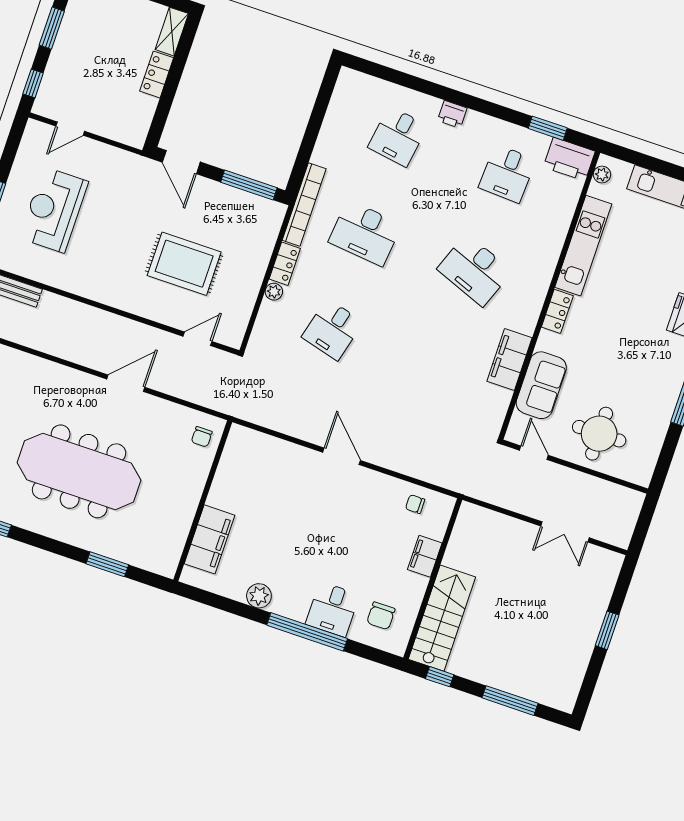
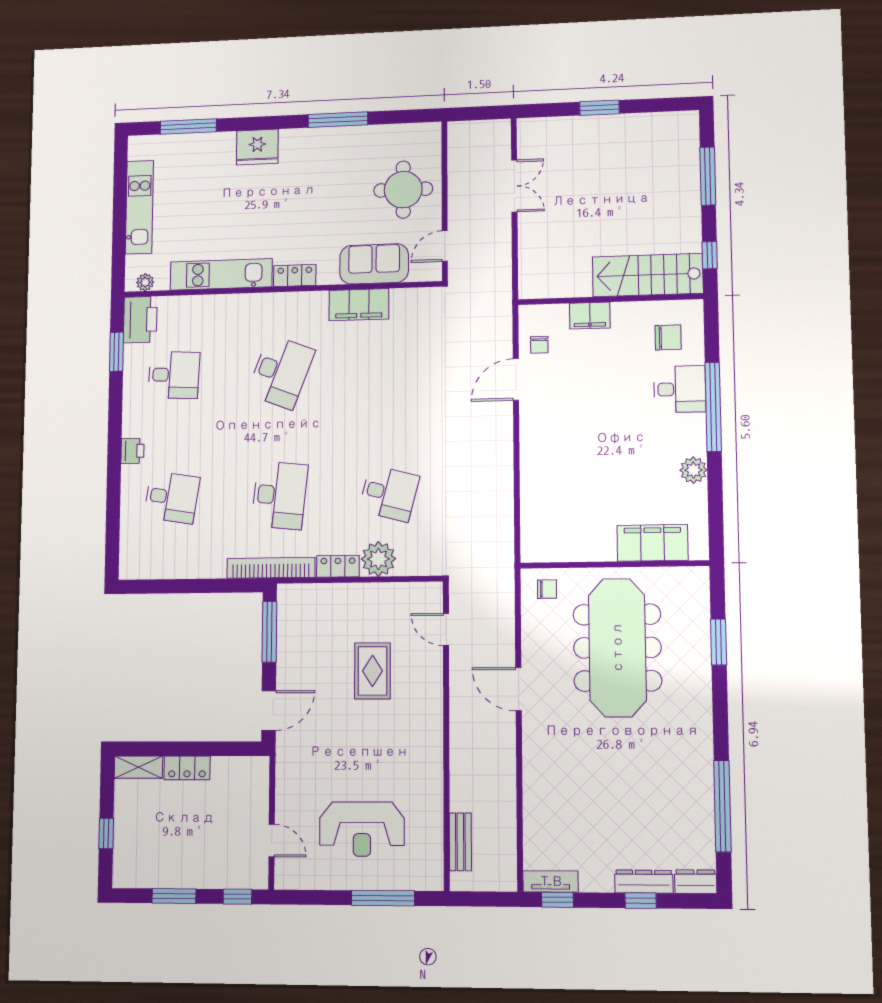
rug: (184, 264) -> (372, 671), width x0.73, depth x0.70
plant: (274, 292) -> (378, 559), width x1.87, depth x1.87
door: (342, 456) -> (516, 379), moved
meeting table: (79, 471) -> (617, 648), moved

